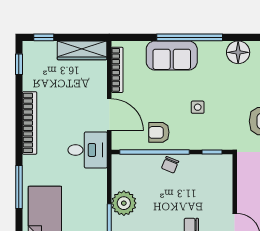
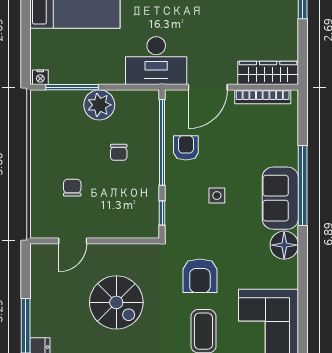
wardrobe: (82, 50) -> (268, 73), moved, turned 90
sofa: (172, 55) -> (280, 198), moved
desk: (88, 150) -> (156, 61), width x1.37
chair: (170, 165) -> (119, 152), moved, turned -112

